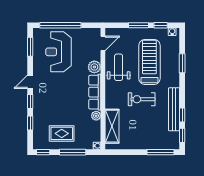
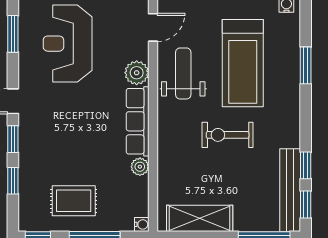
treadmill: (149, 62) -> (243, 63), turned 180
bench: (174, 109) -> (290, 190), moved
shelving: (112, 126) -> (200, 218), moved, turned 90

